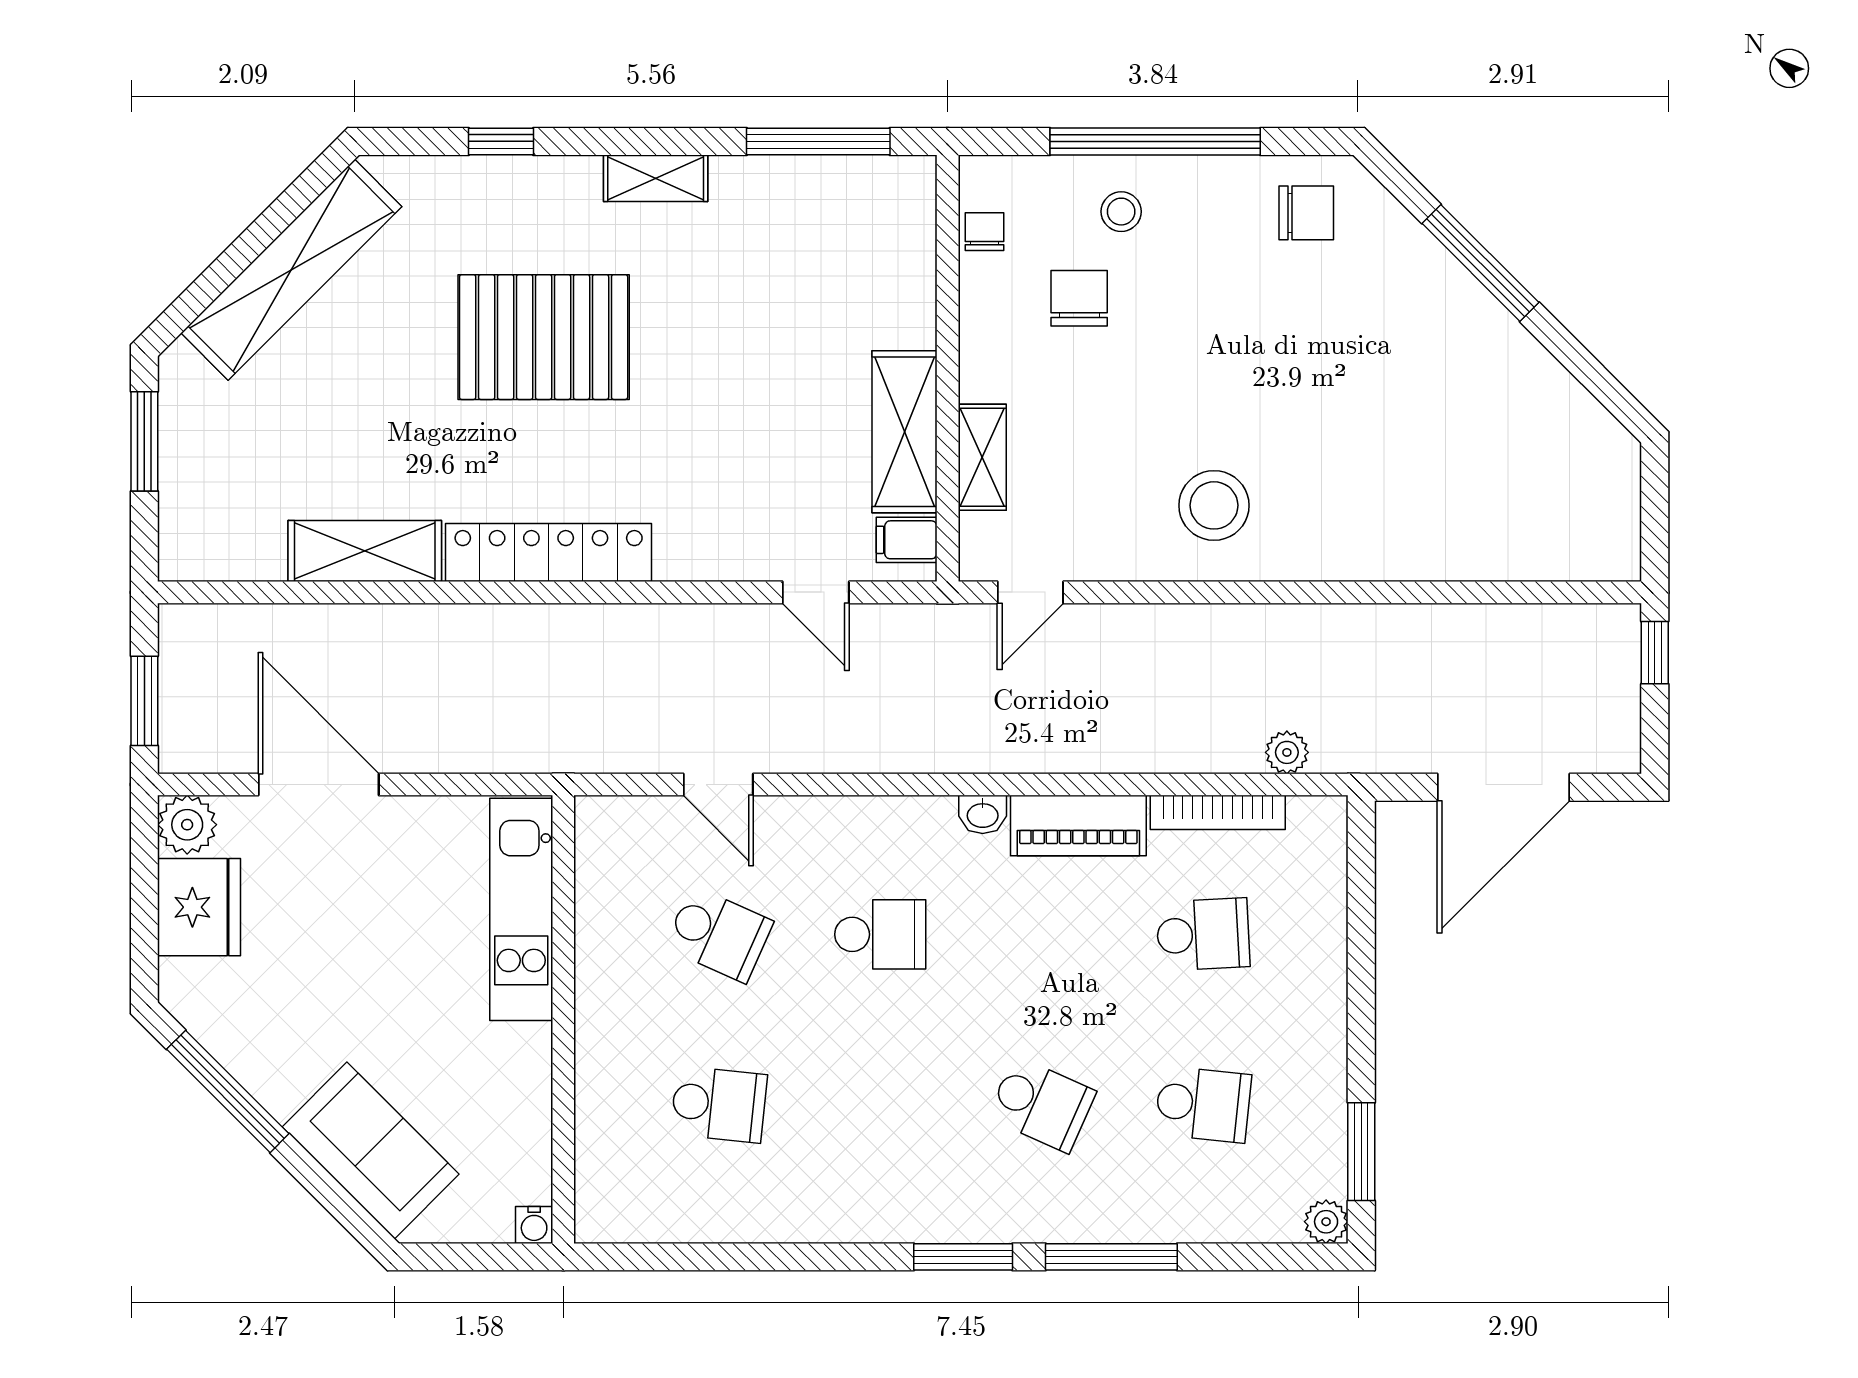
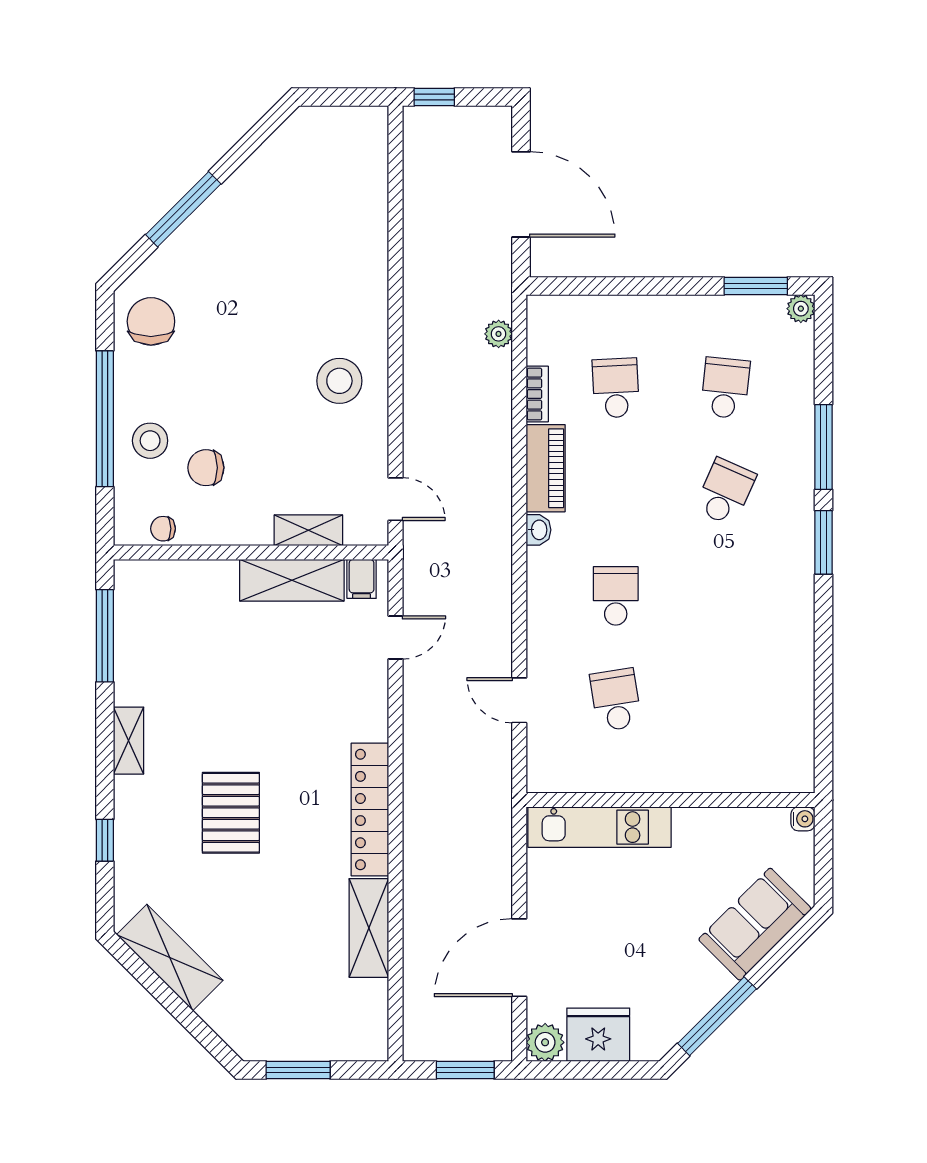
stool: (1121, 212) -> (150, 441), width x1.37, depth x1.37
chair: (1306, 213) -> (151, 321), width x1.37, depth x1.37
shelving: (291, 270) -> (170, 957), width x0.68
pallet: (544, 337) -> (231, 813), width x0.73, depth x0.71
door: (718, 785) -> (519, 700), swing flipped
bookcase: (1218, 812) -> (537, 394), width x0.64
school desk: (719, 934) -> (616, 700), turned -33
school desk: (719, 1104) -> (725, 700), removed

